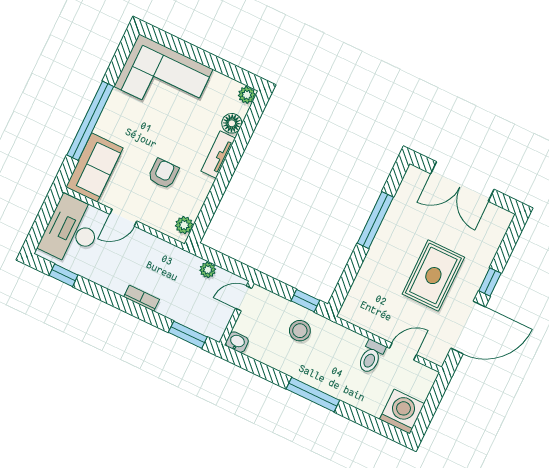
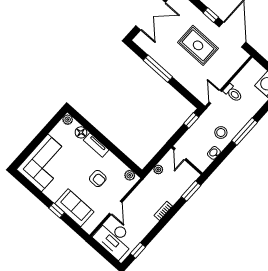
window: (90, 121) -> (57, 210), width x0.32
sofa: (94, 167) -> (74, 208), moved
armchair: (163, 174) -> (98, 179), turned 180
stool: (300, 331) -> (221, 132), moved
washbasin: (237, 342) -> (214, 153), moved
door: (403, 352) -> (215, 97), moved

